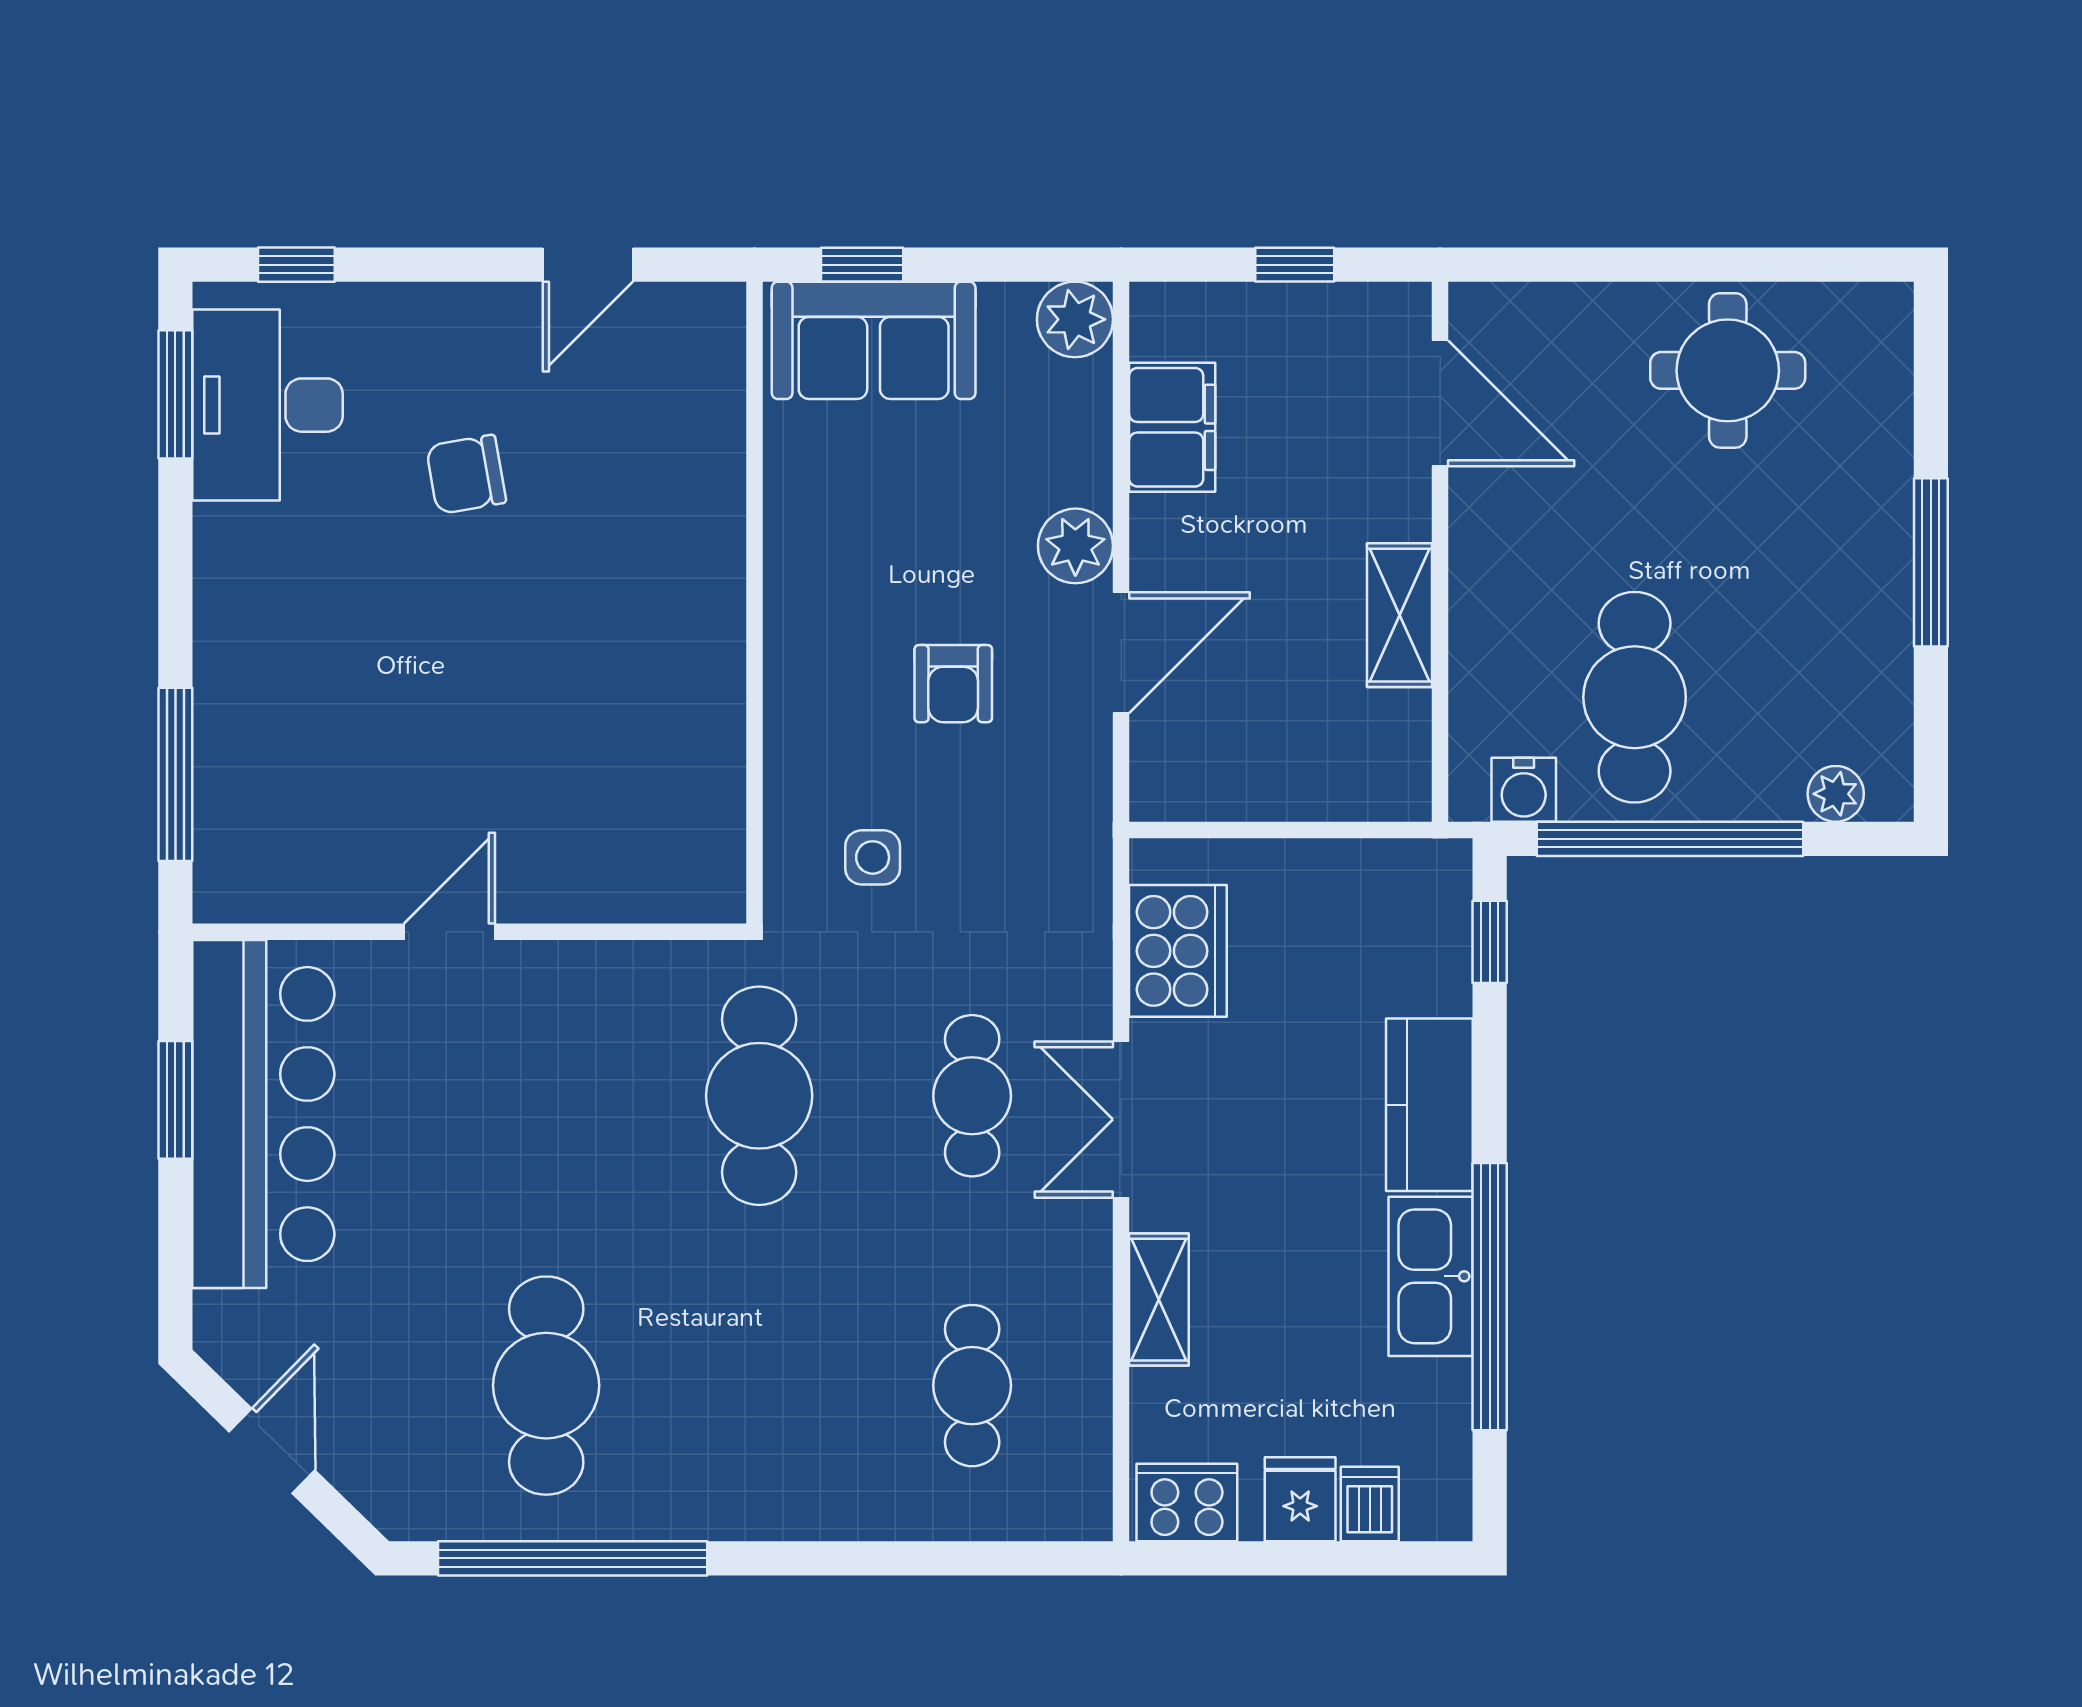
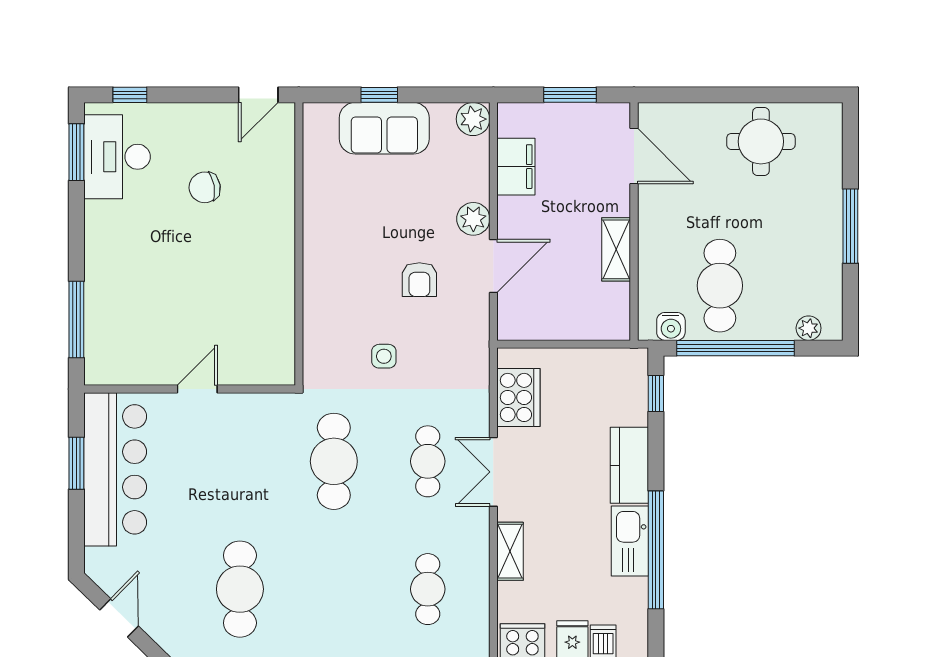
window: (1295, 265) -> (570, 95), width x1.50
wall: (754, 603) -> (299, 244), moved

